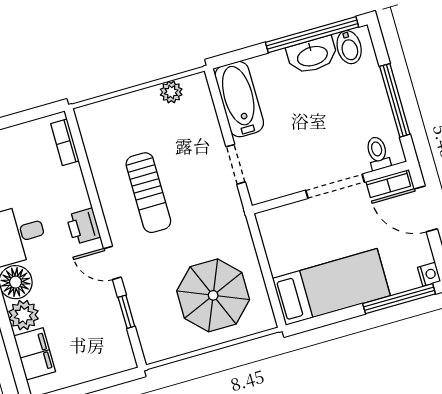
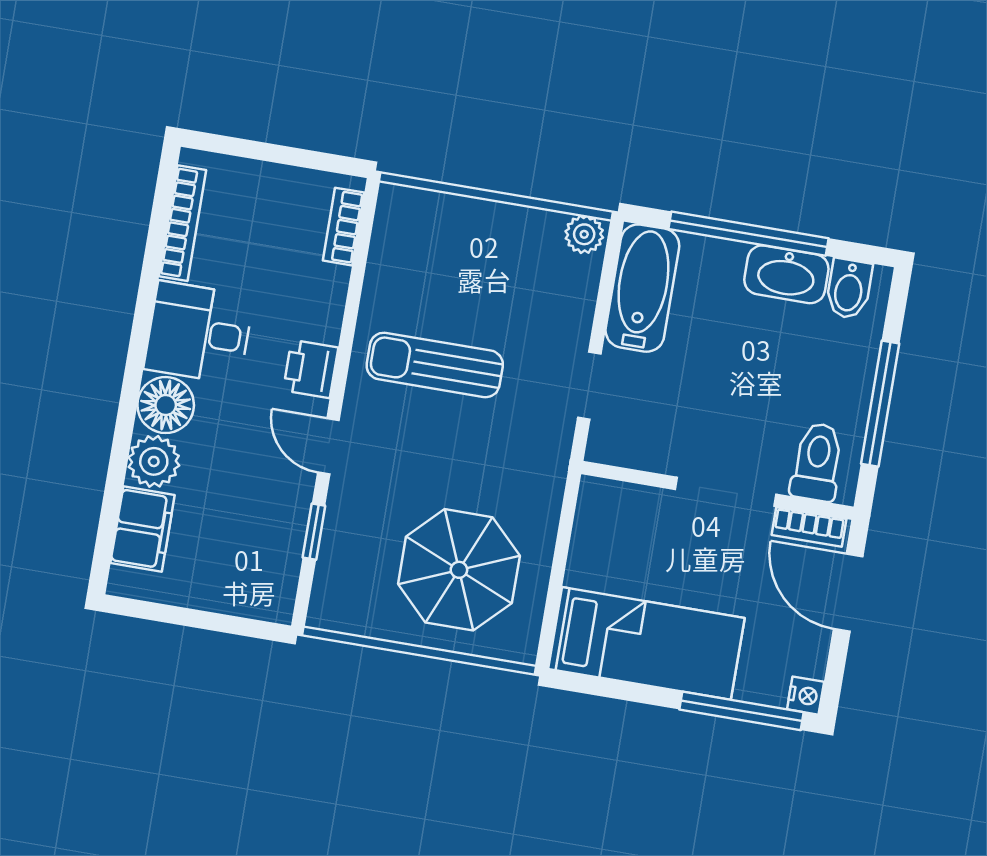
window: (312, 35) -> (749, 234), moved
plant: (171, 92) -> (584, 234), moved
toilet: (378, 153) -> (817, 462), width x1.37, depth x1.39
sun lounger: (148, 193) -> (435, 365), turned 90

